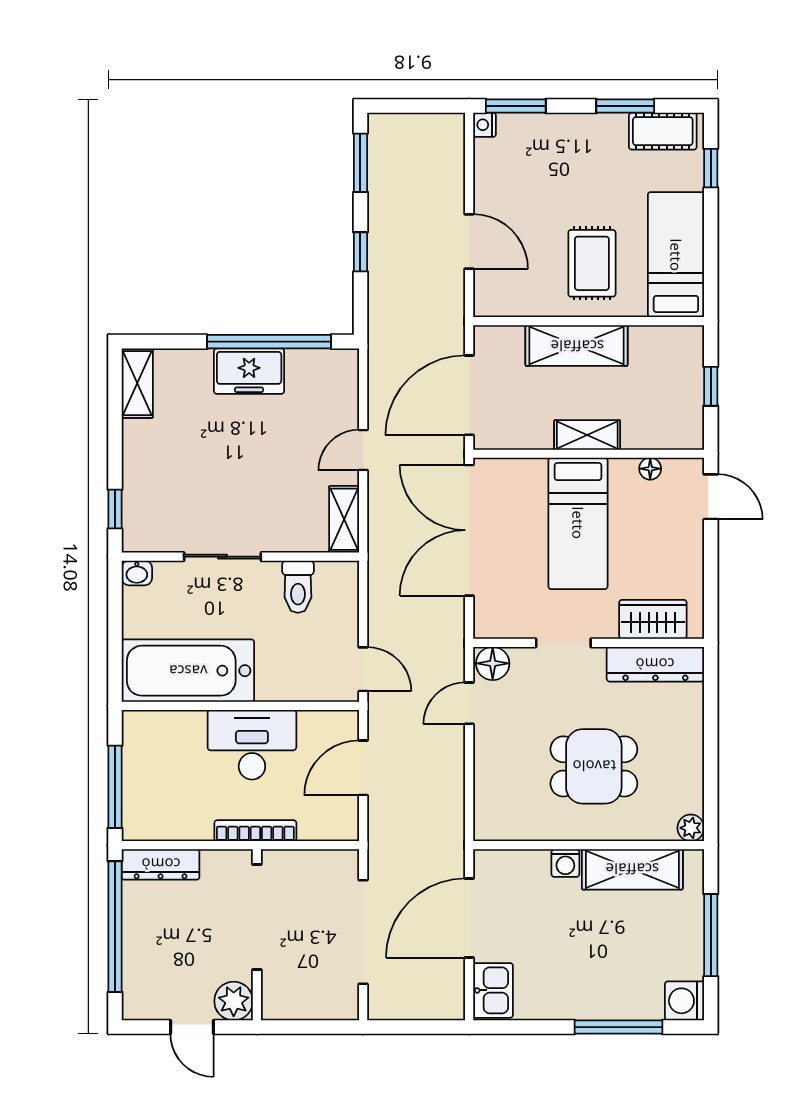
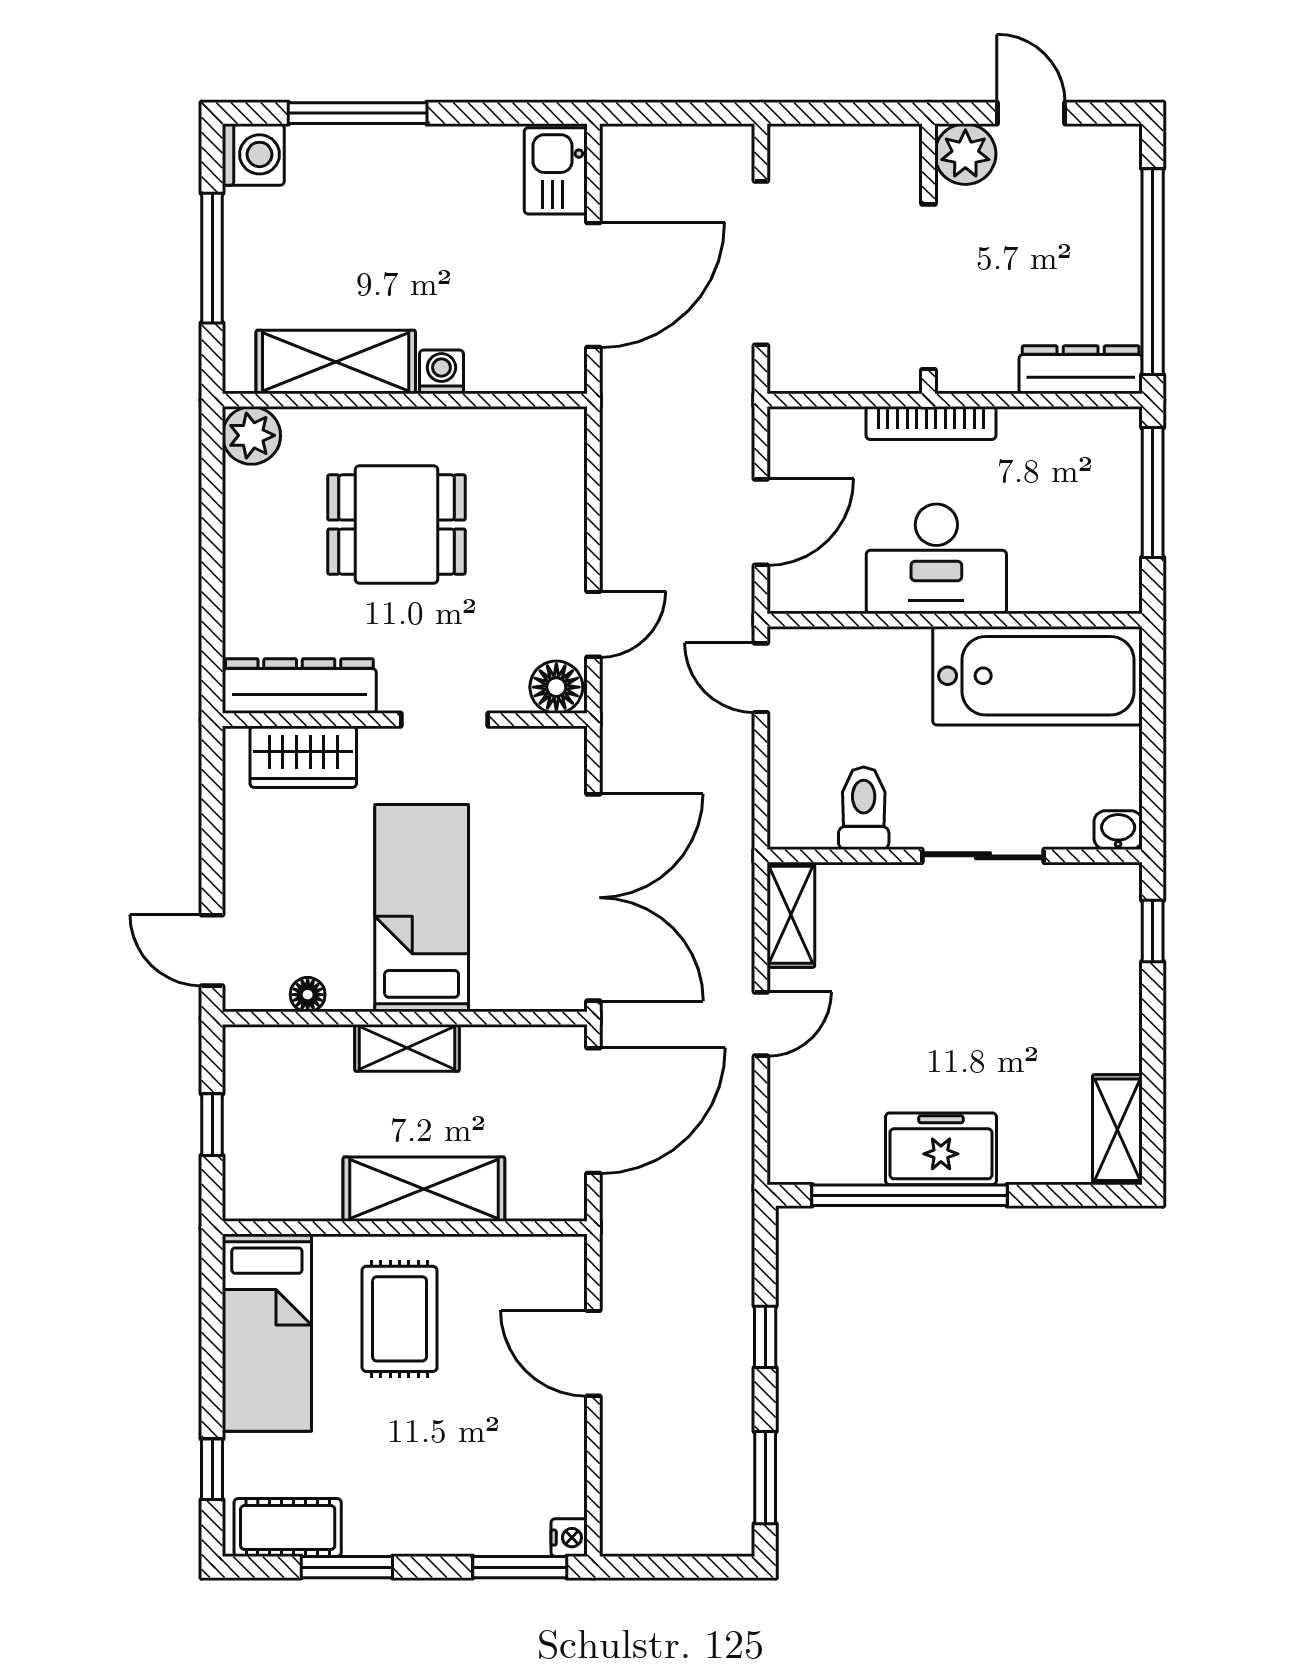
plant: (691, 828) -> (251, 435), width x1.38, depth x1.38

